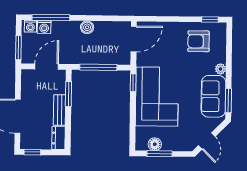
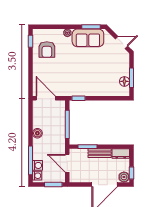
corner sofa: (157, 97) -> (89, 80), removed
plant: (27, 142) -> (124, 177), added

